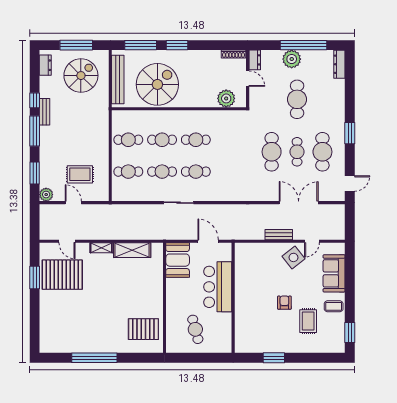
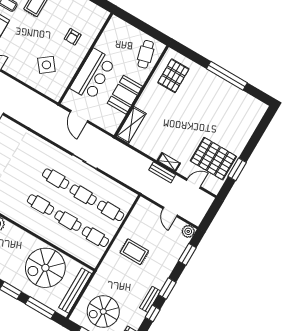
window: (35, 131) -> (167, 288), width x0.69
rug: (80, 174) -> (134, 252), moved
bench: (279, 235) -> (162, 172), moved
door: (67, 241) -> (194, 184), hinge flipped
shelving: (132, 250) -> (131, 125), moved, turned 90
side table: (293, 257) -> (46, 65), moved
booth: (178, 260) -> (125, 95), moved
armchair: (284, 303) -> (73, 37), moved
pallet: (143, 329) -> (173, 76), turned 90
cafe table: (195, 329) -> (146, 54), moved

